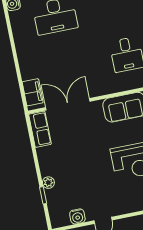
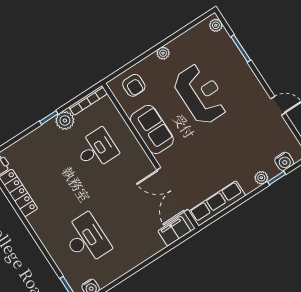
row of seats: (40, 129) -> (217, 203), width x1.48
water cooler: (77, 216) -> (284, 161), moved, turned 90

